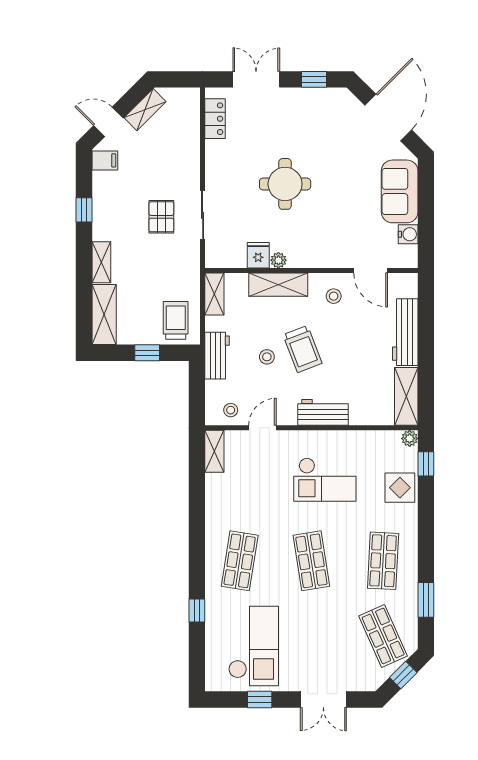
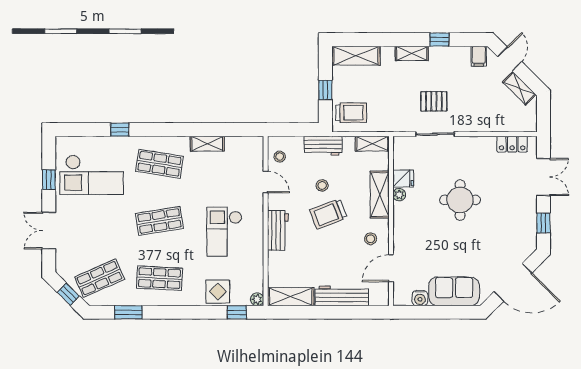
shelving: (101, 262) -> (412, 53), moved
shelving: (214, 451) -> (207, 144), moved

